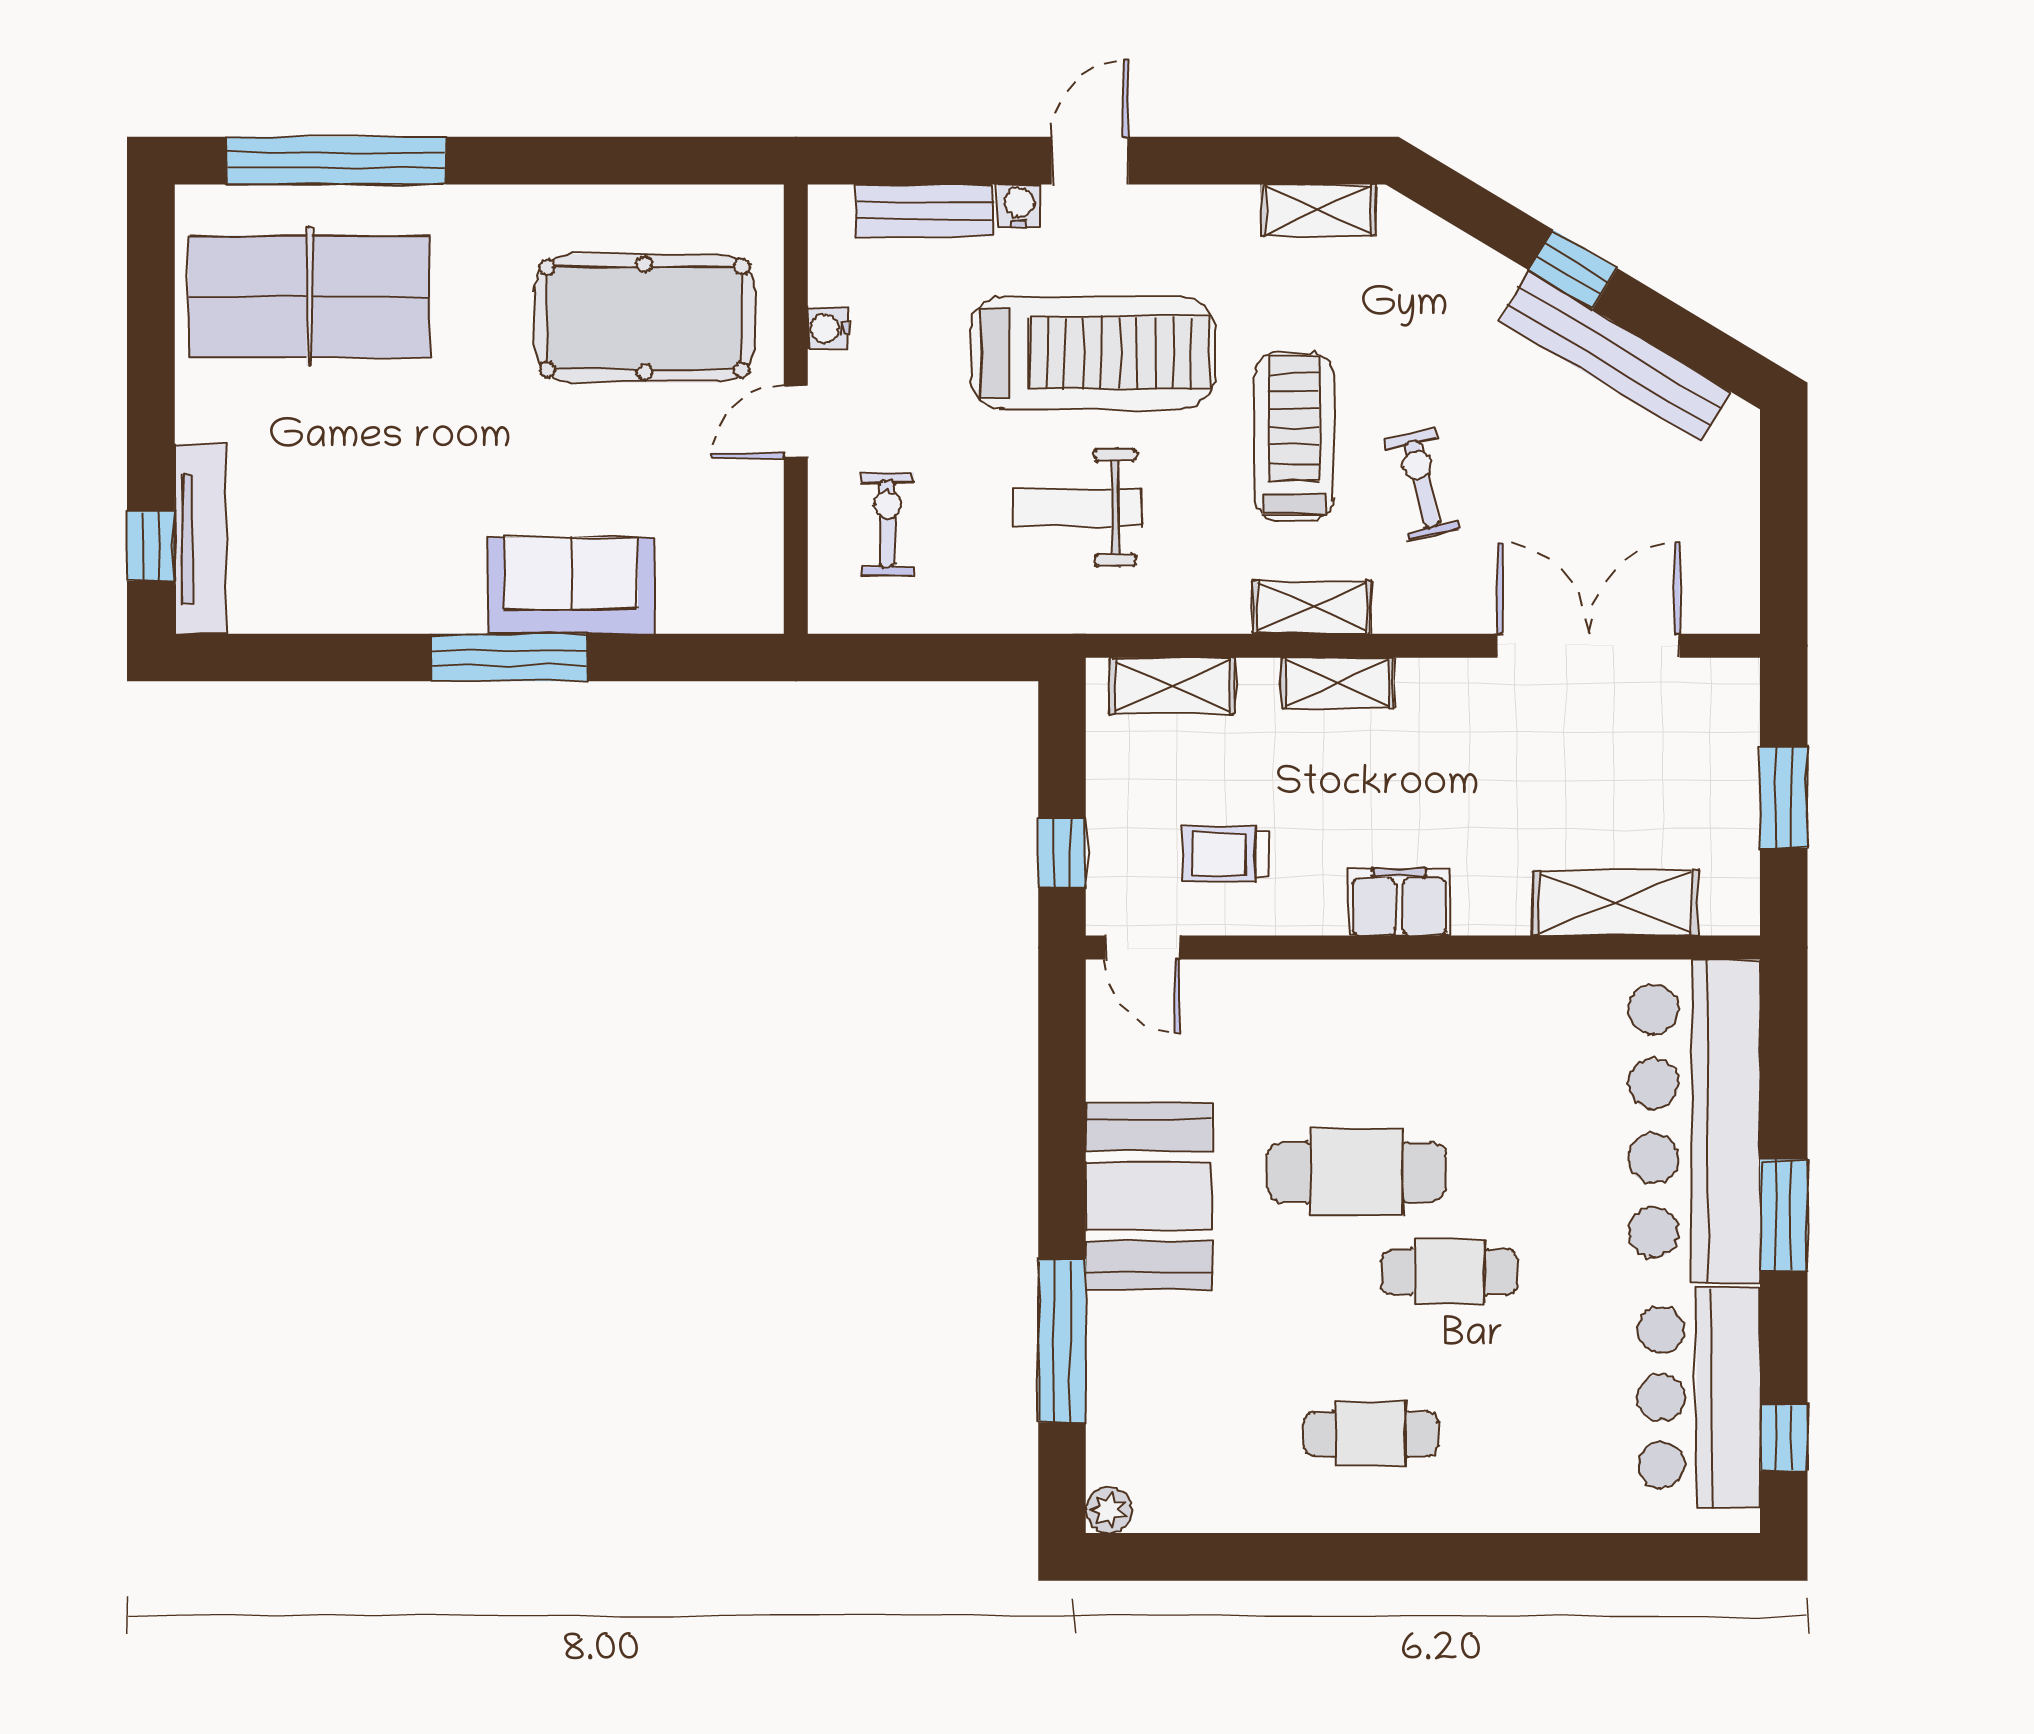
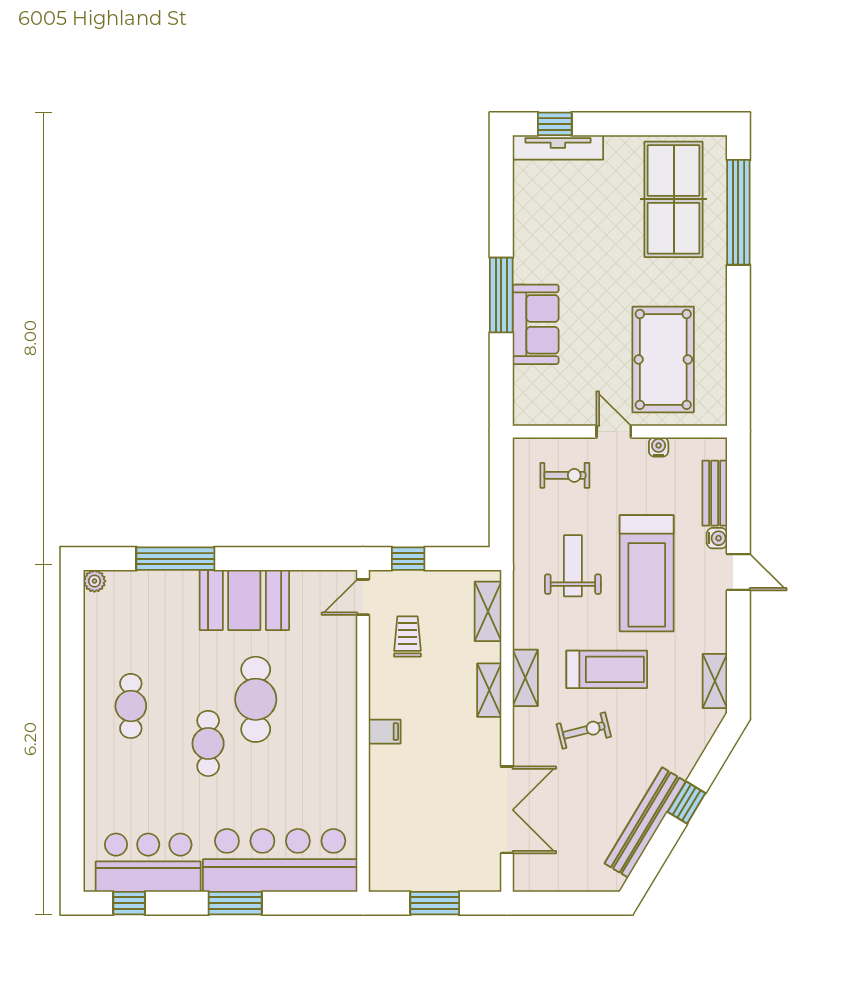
filing cabinet: (1399, 902) -> (385, 732), width x0.50
shelving: (1616, 903) -> (384, 823), removed

